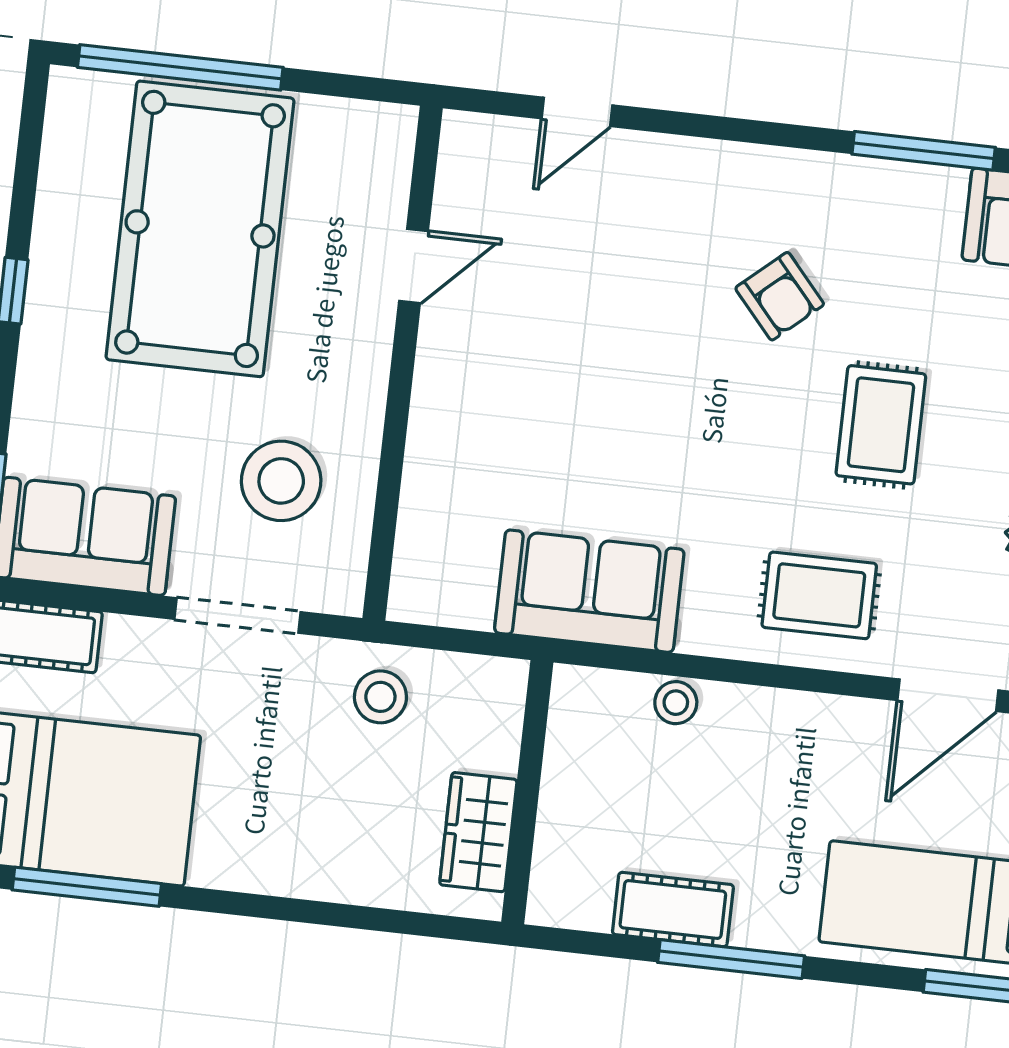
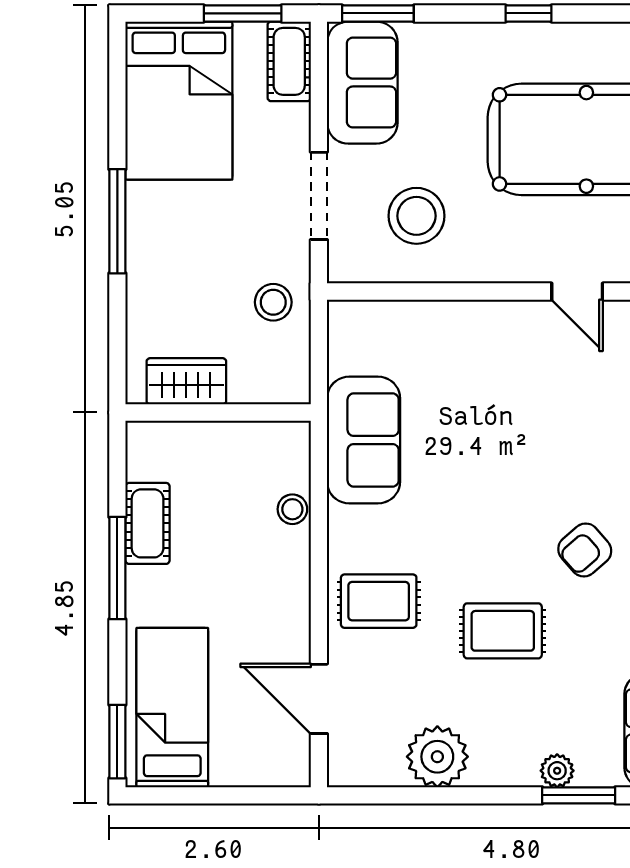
rug: (819, 595) -> (379, 601), turned 90
window: (87, 887) -> (117, 221), moved

